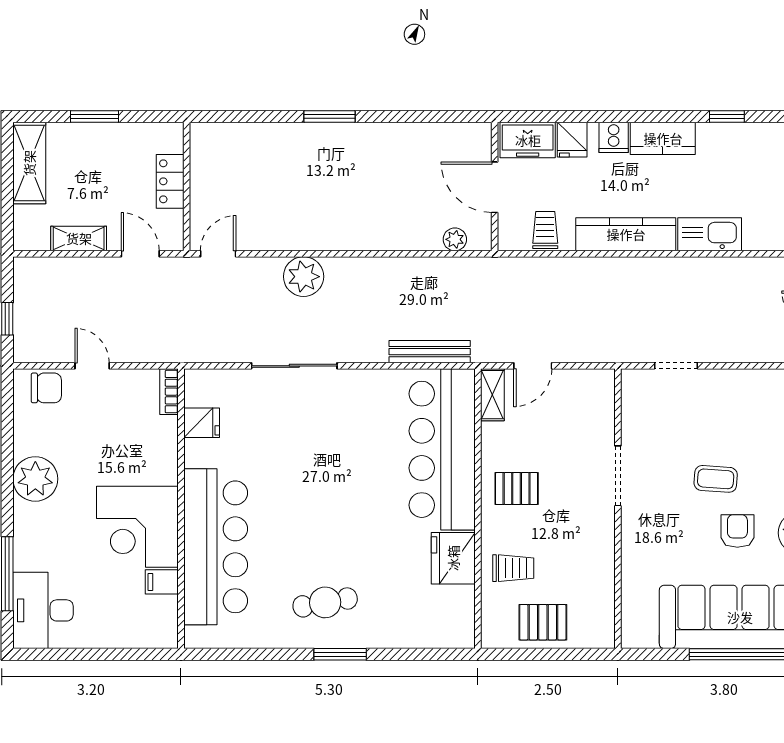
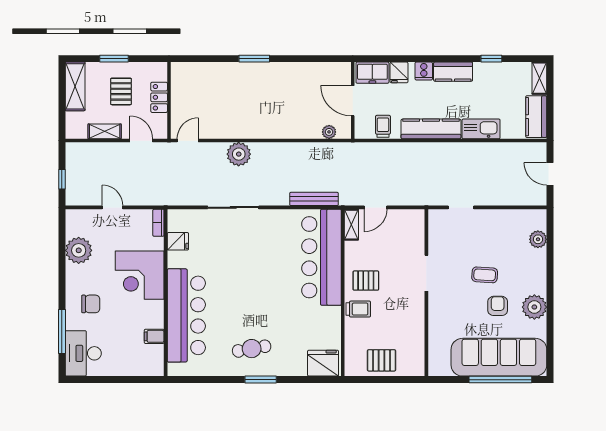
pallet: (106, 172) -> (121, 91), added
chair: (46, 388) -> (91, 304), moved
plant: (35, 479) -> (79, 250), moved
corner desk: (137, 527) -> (140, 275), moved
fridge: (453, 558) -> (323, 363), moved, turned 90
trolley: (513, 568) -> (358, 309), moved

